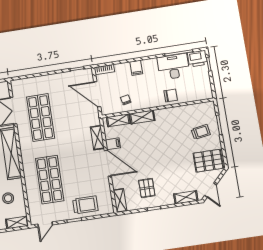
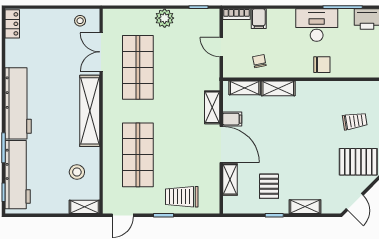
desk: (173, 67) -> (317, 25), moved
filing cabinet: (136, 68) -> (259, 19), moved
plant: (54, 80) -> (165, 18), added
door: (97, 94) -> (221, 47), width x0.53
shelving: (186, 197) -> (305, 207), moved
shelving: (120, 200) -> (230, 179), moved
trolley: (85, 205) -> (182, 197), turned 180

